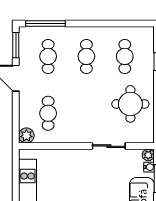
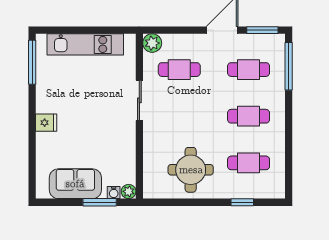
sliding door: (109, 146) -> (139, 100), moved

